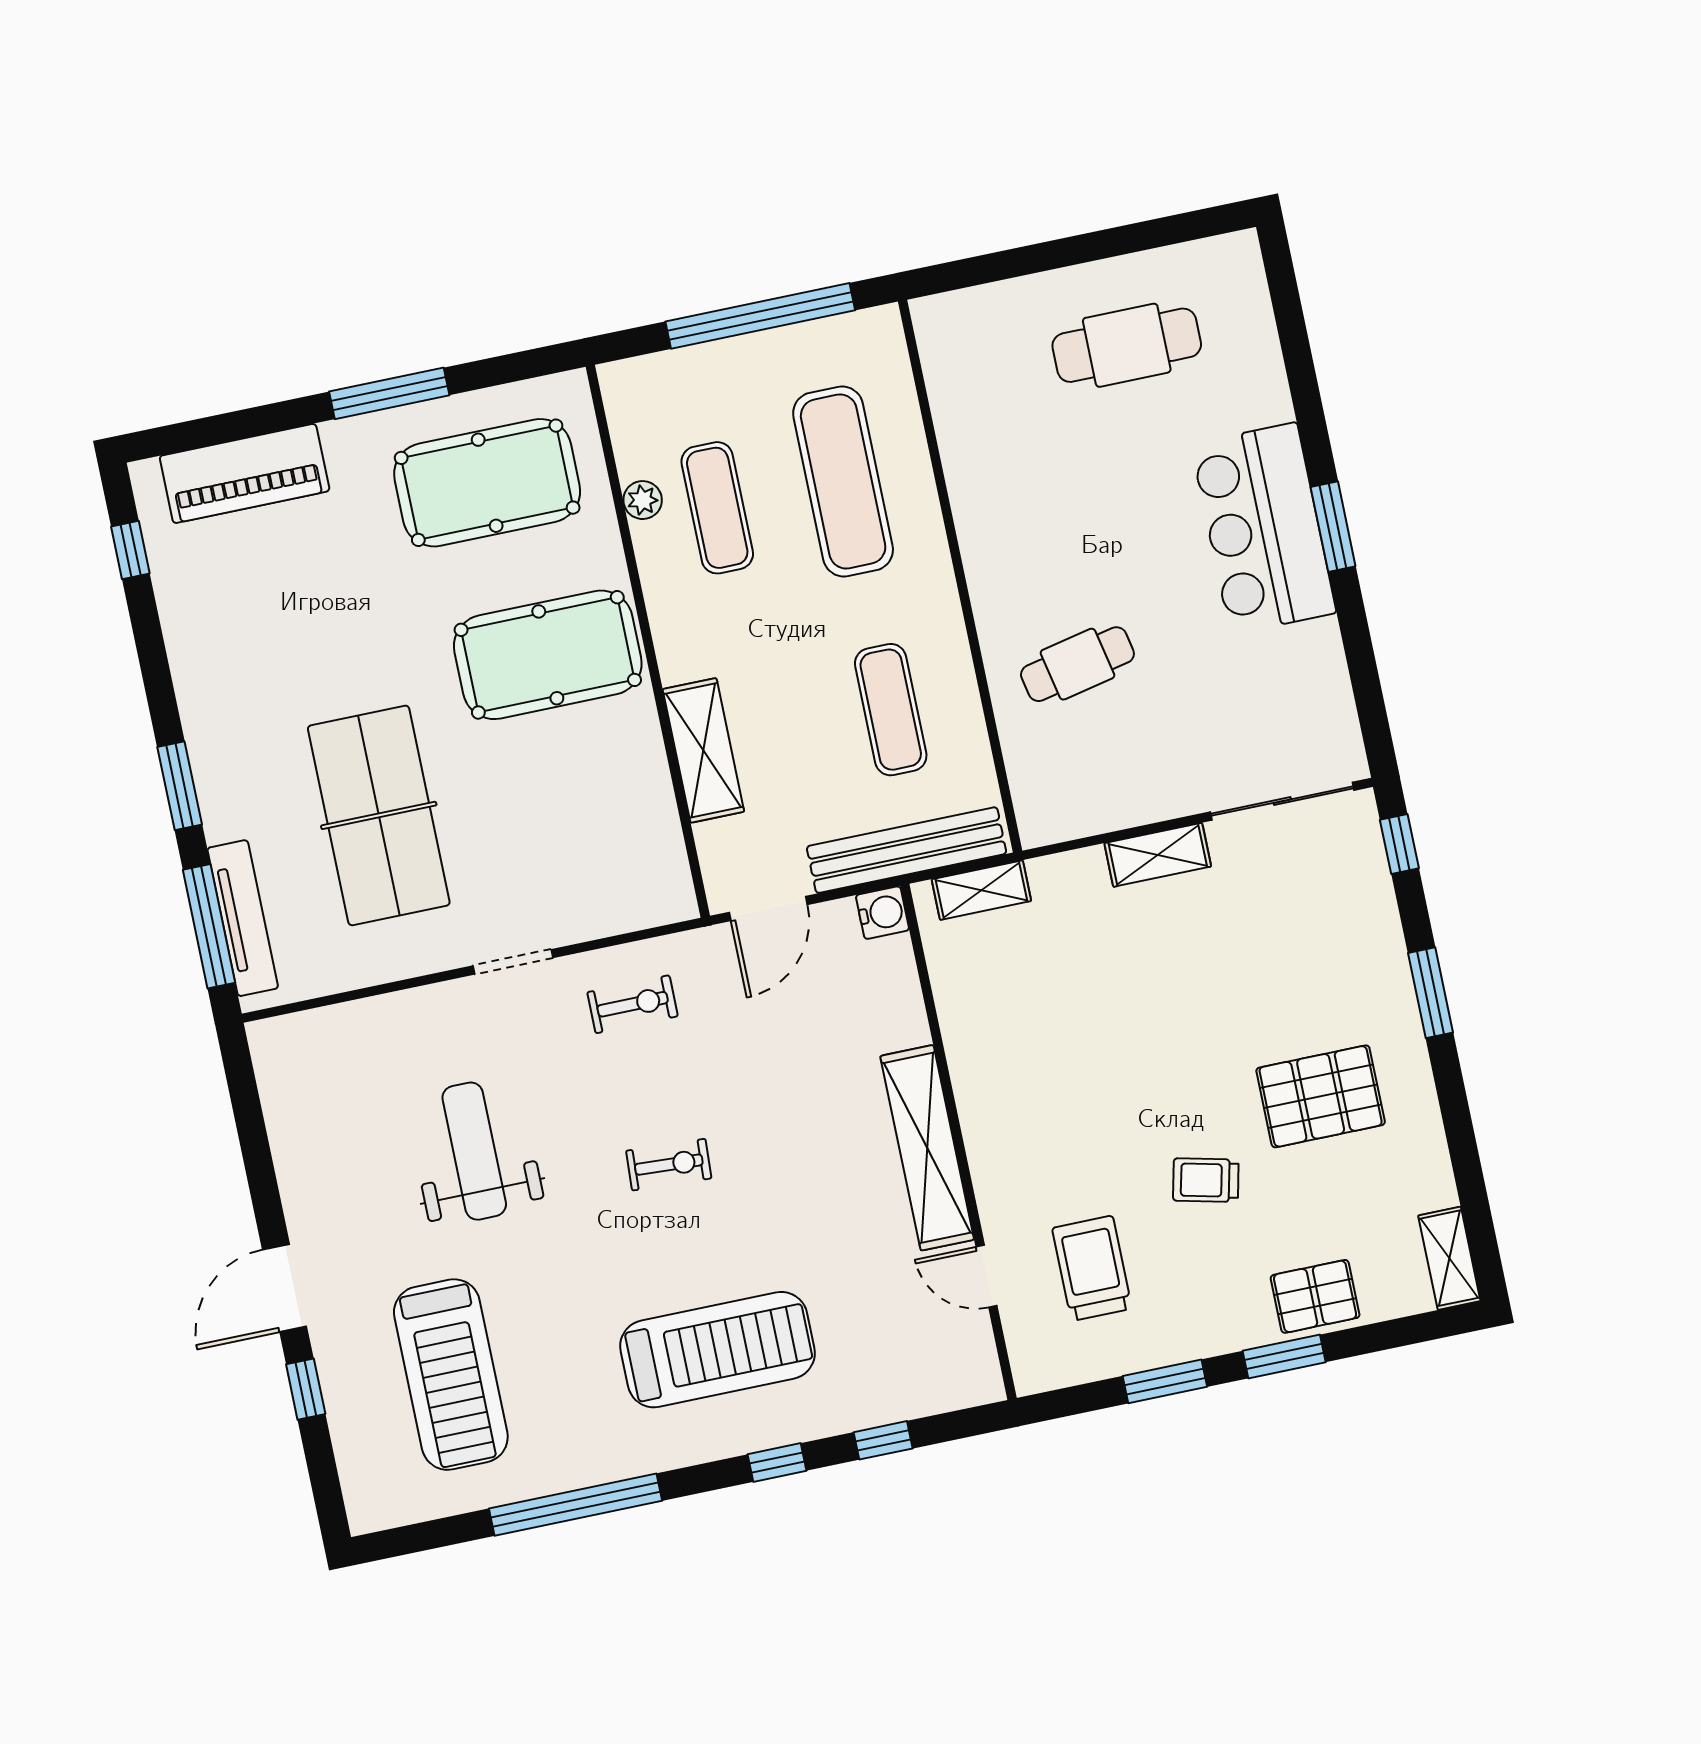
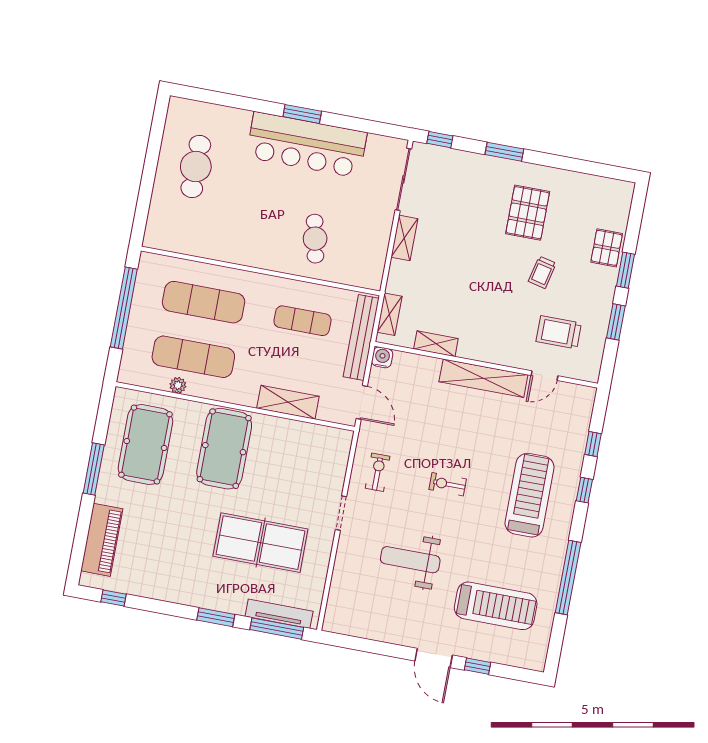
exercise mat: (717, 508) -> (193, 357), width x1.36, depth x1.45
bar counter: (1264, 528) -> (307, 145), width x1.36
exercise bike: (669, 1165) -> (448, 484), turned -93
shelving: (1449, 1258) -> (436, 344), moved

